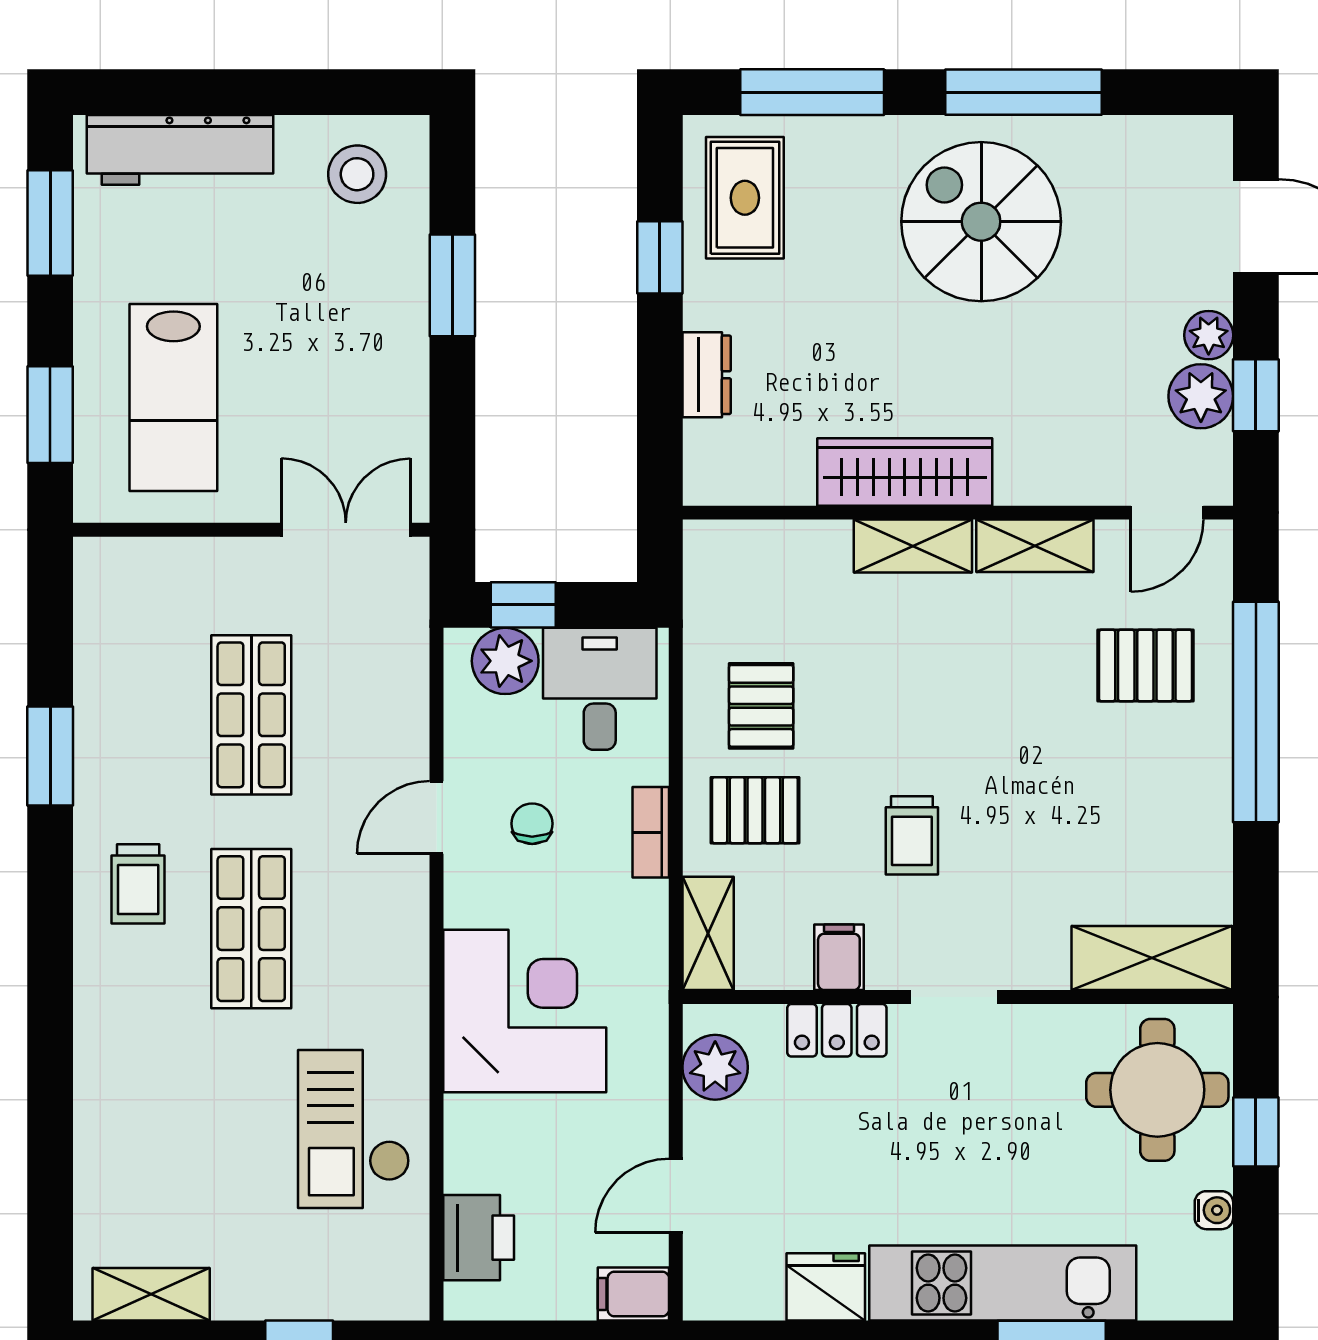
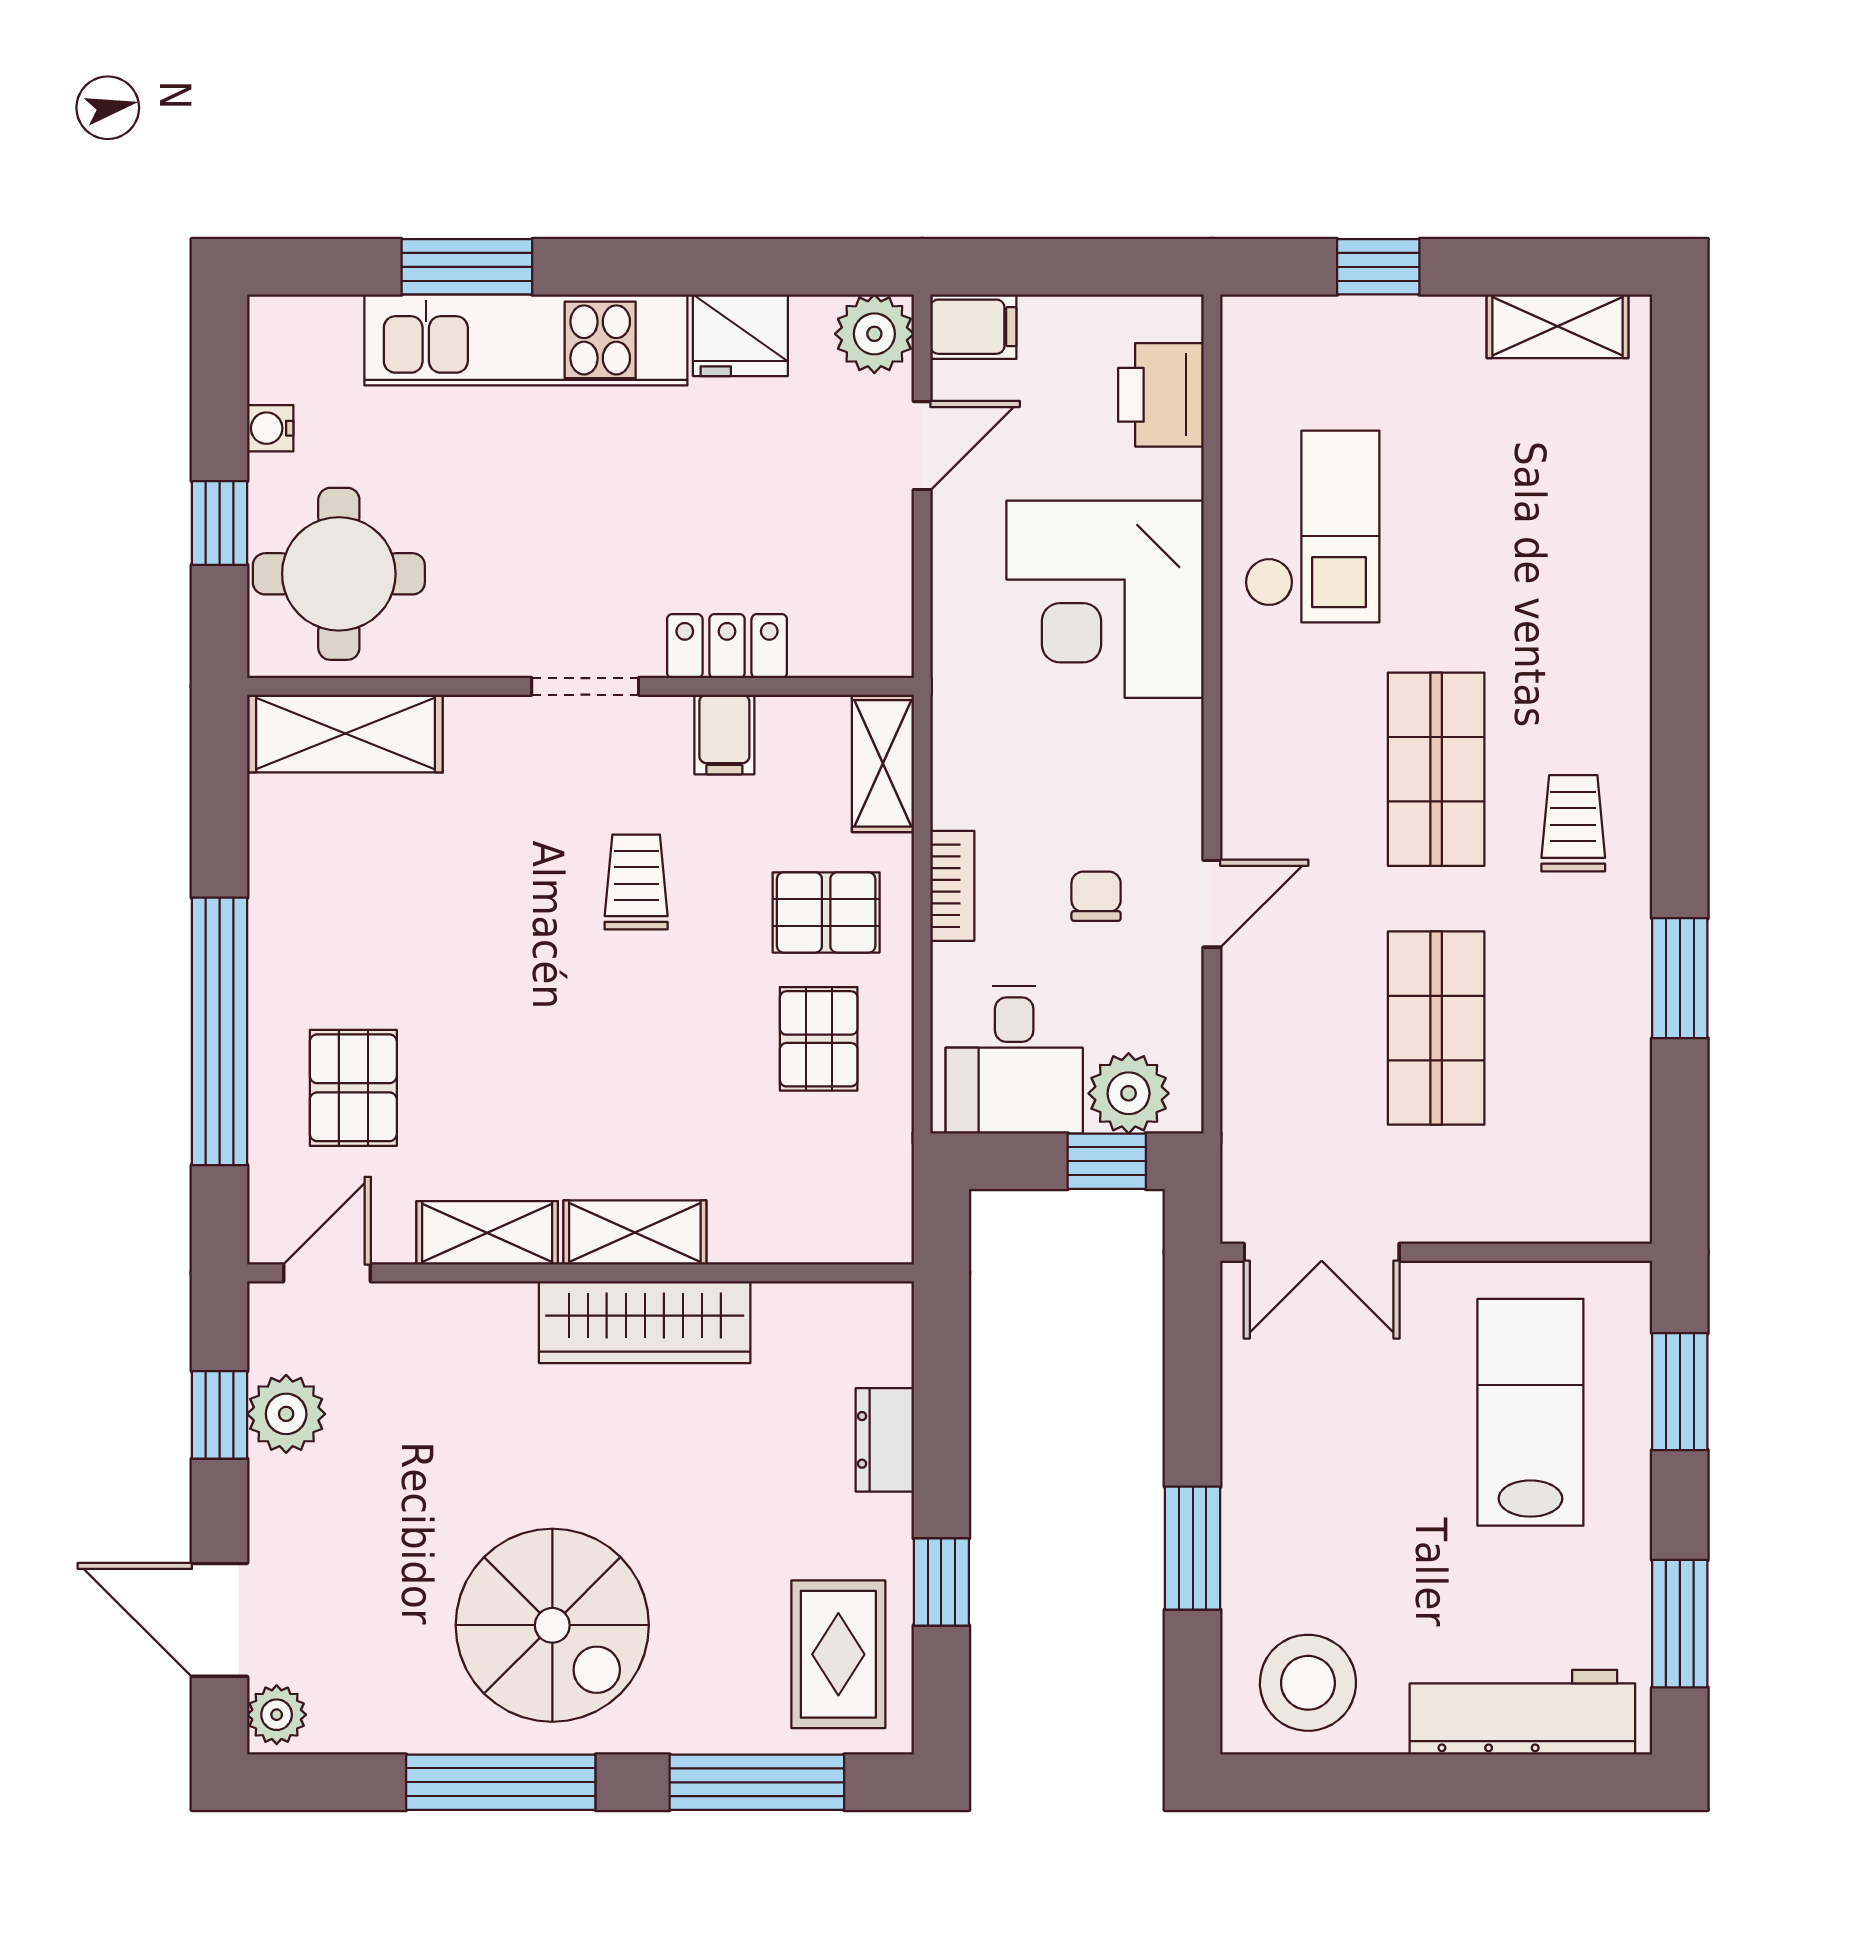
stool: (357, 174) -> (1308, 1683), width x1.38, depth x1.38
plant: (1209, 335) -> (277, 1715), moved
pallet: (1145, 666) -> (353, 1088), turned 90
chair: (532, 824) -> (1096, 896), turned 180
corner desk: (525, 1011) -> (1105, 599), moved
plant: (715, 1067) -> (874, 334), moved

